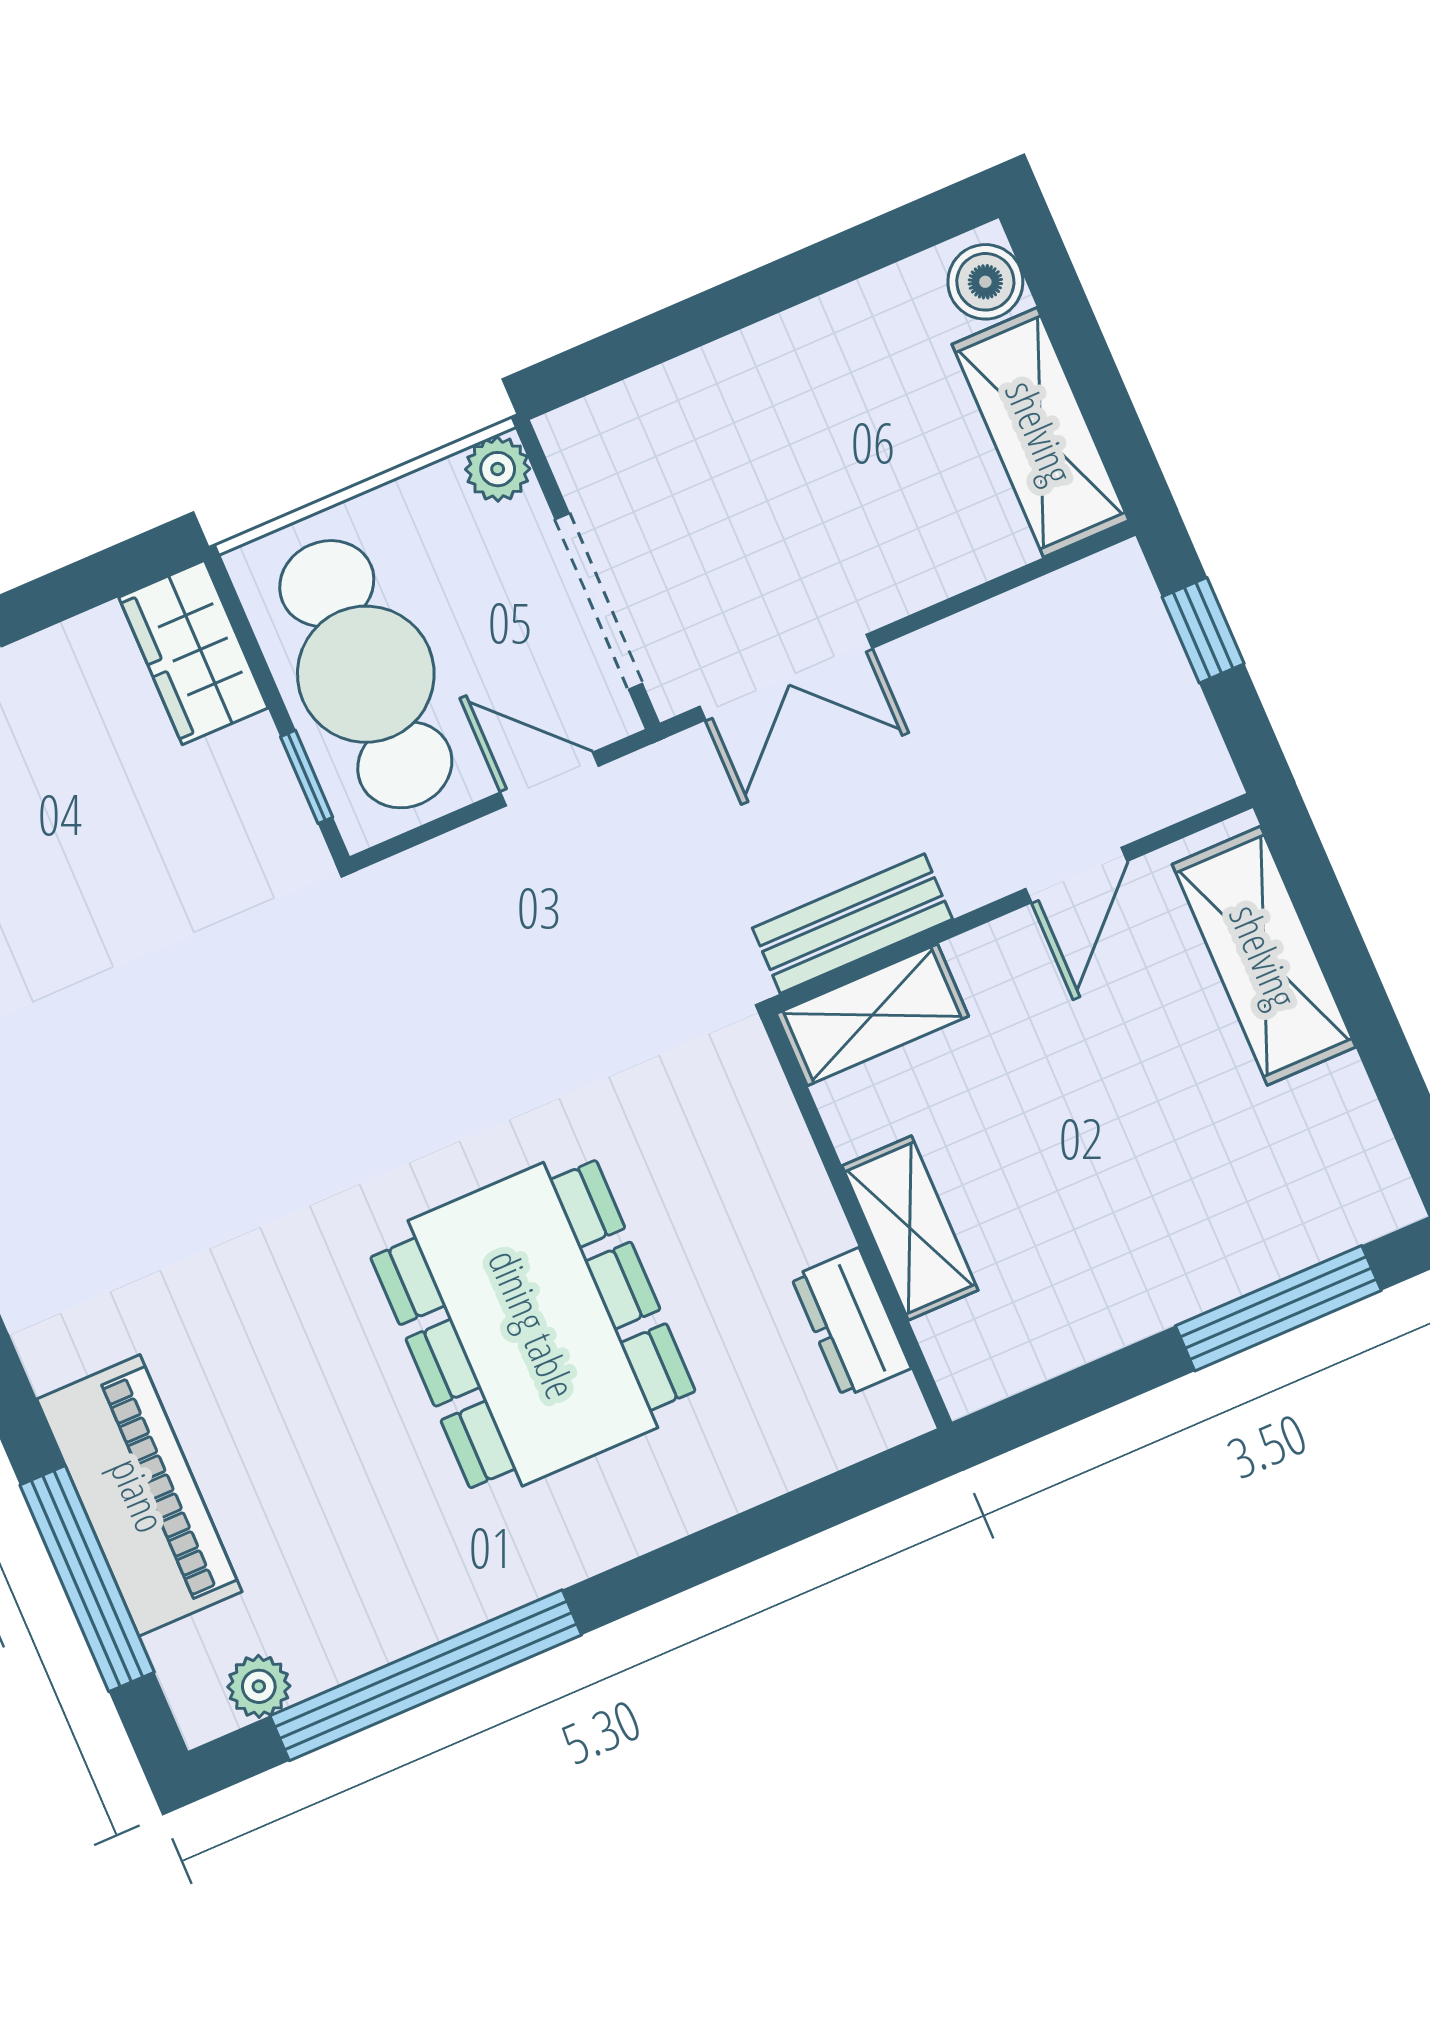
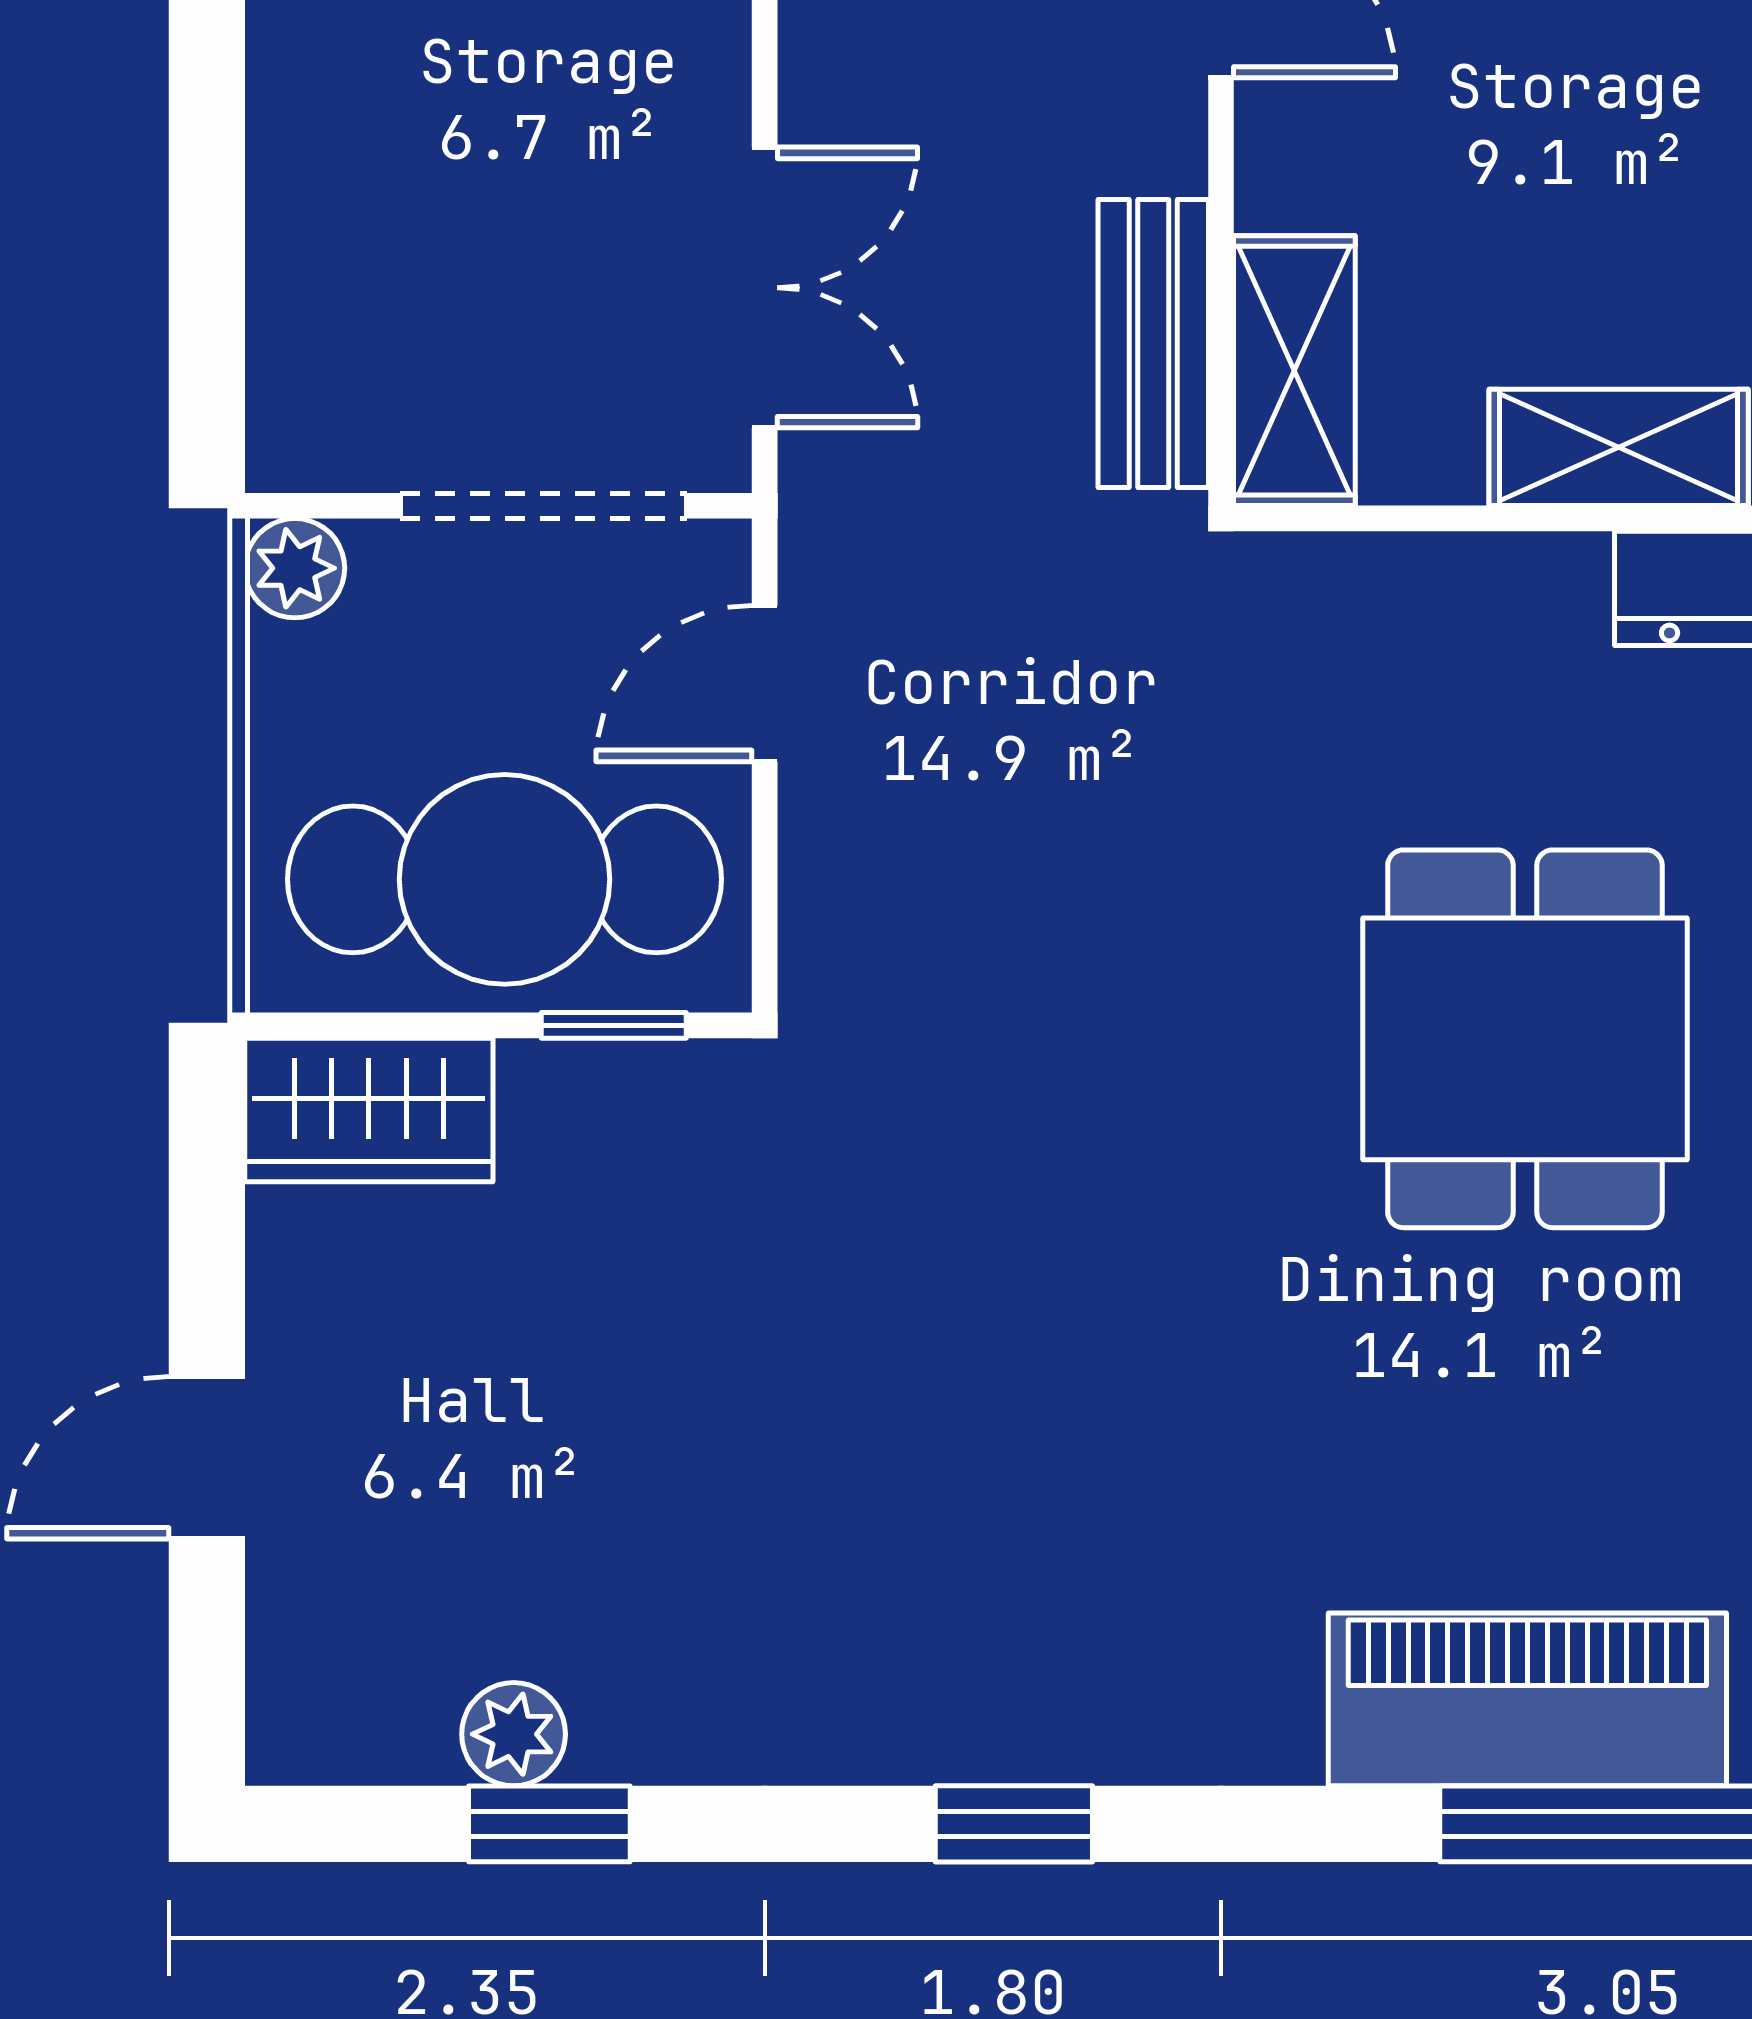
dining table: (533, 1324) -> (1525, 1039), width x0.73

